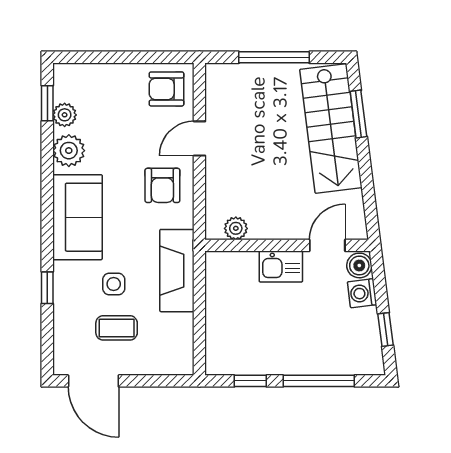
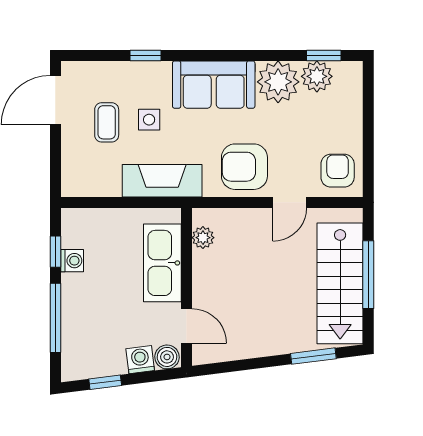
plant: (65, 115) -> (317, 76), width x1.38, depth x1.38
stairs: (331, 128) -> (340, 283), moved, turned -83
door: (199, 138) -> (290, 202), swing flipped
plant: (69, 151) -> (278, 82), width x1.36, depth x1.36
armchair: (162, 185) -> (244, 167), width x1.38, depth x1.38
kitchen sink: (281, 267) -> (162, 263), width x1.87, depth x1.24
washing machine: (260, 364) -> (72, 261), added

